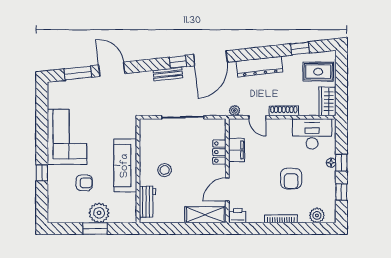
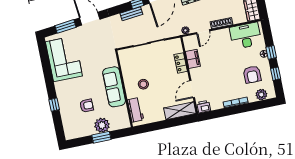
door: (257, 117) -> (203, 32), hinge flipped
corner sofa: (67, 137) -> (64, 59), moved
armchair: (291, 179) -> (252, 75), moved

